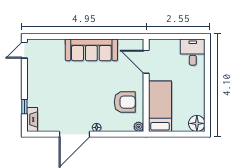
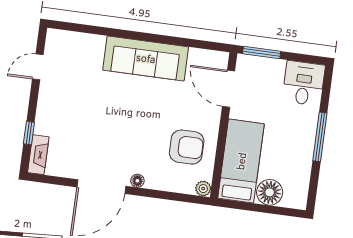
window: (164, 36) -> (262, 53), added
door: (24, 50) -> (38, 67), moved
window: (207, 84) -> (320, 137), added
floor lamp: (197, 123) -> (270, 192), moved

